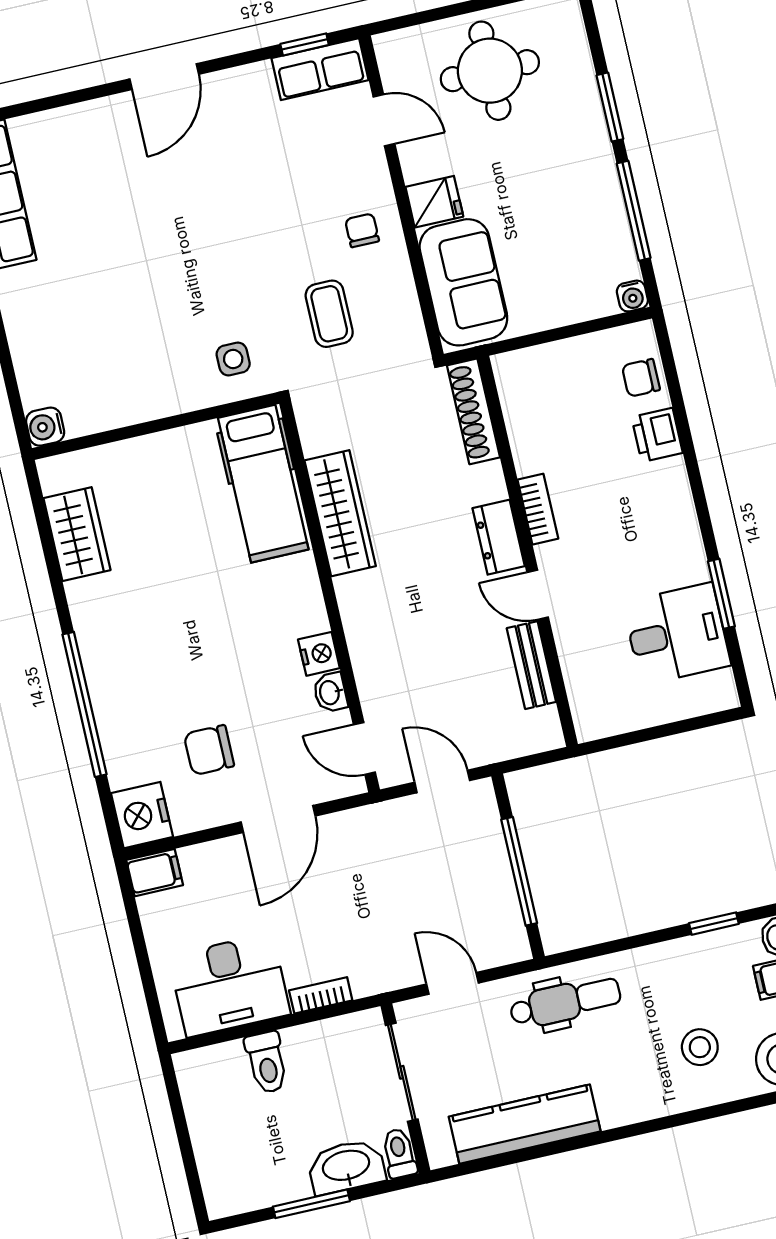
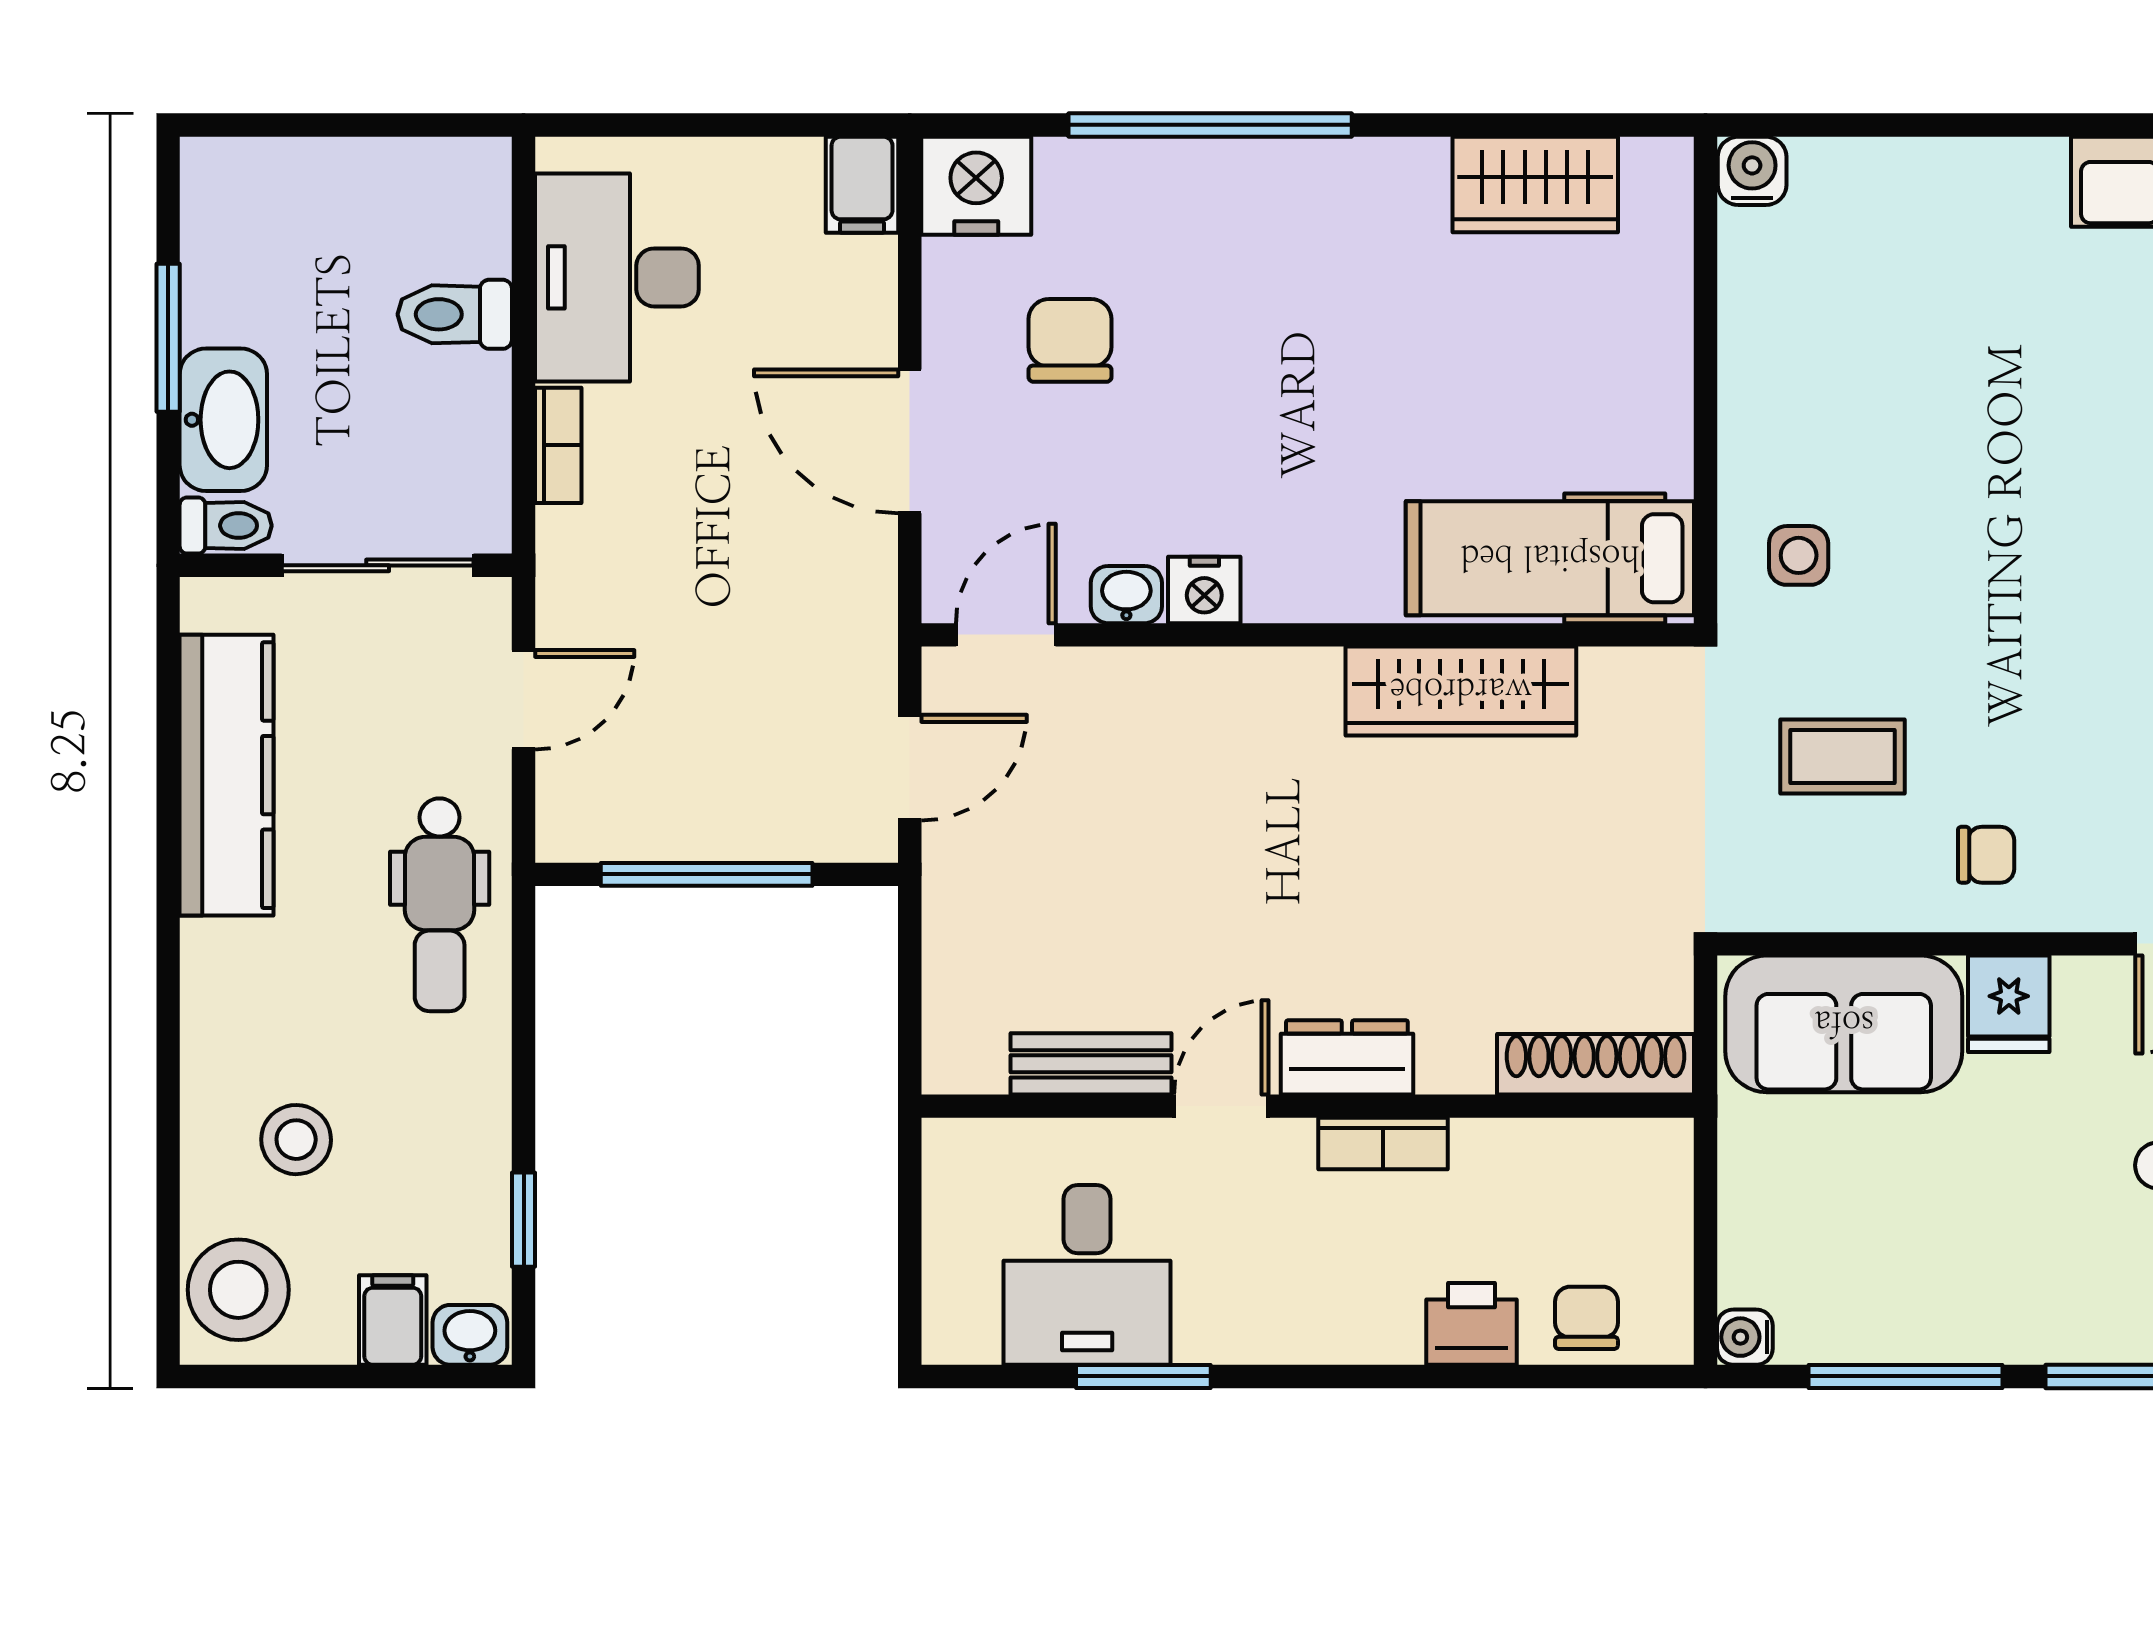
shoe rack: (473, 411) -> (1596, 1064), moved
bookcase: (538, 509) -> (1383, 1144), moved
dresser: (499, 537) -> (1347, 1057), moved
wall: (528, 551) -> (1308, 1106), moved
door: (538, 595) -> (1221, 1106), moved
bench: (531, 665) -> (1091, 1064), moved

